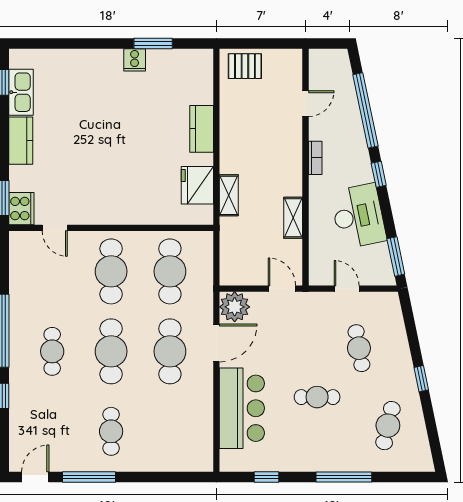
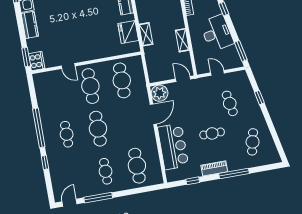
door: (55, 228) -> (68, 66), moved
cafe table: (170, 351) -> (137, 166), moved
window: (421, 379) -> (259, 98), moved
piano: (310, 461) -> (214, 168), added

